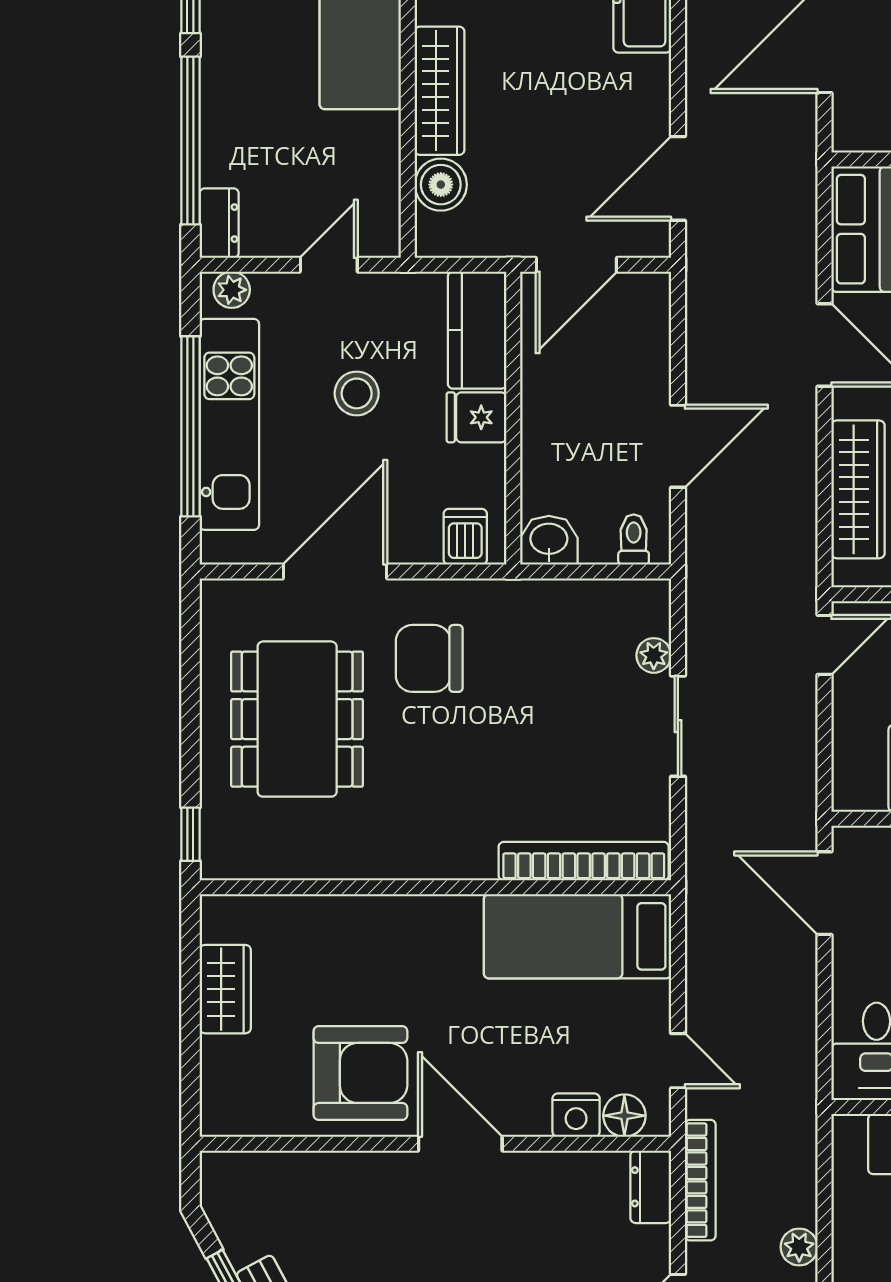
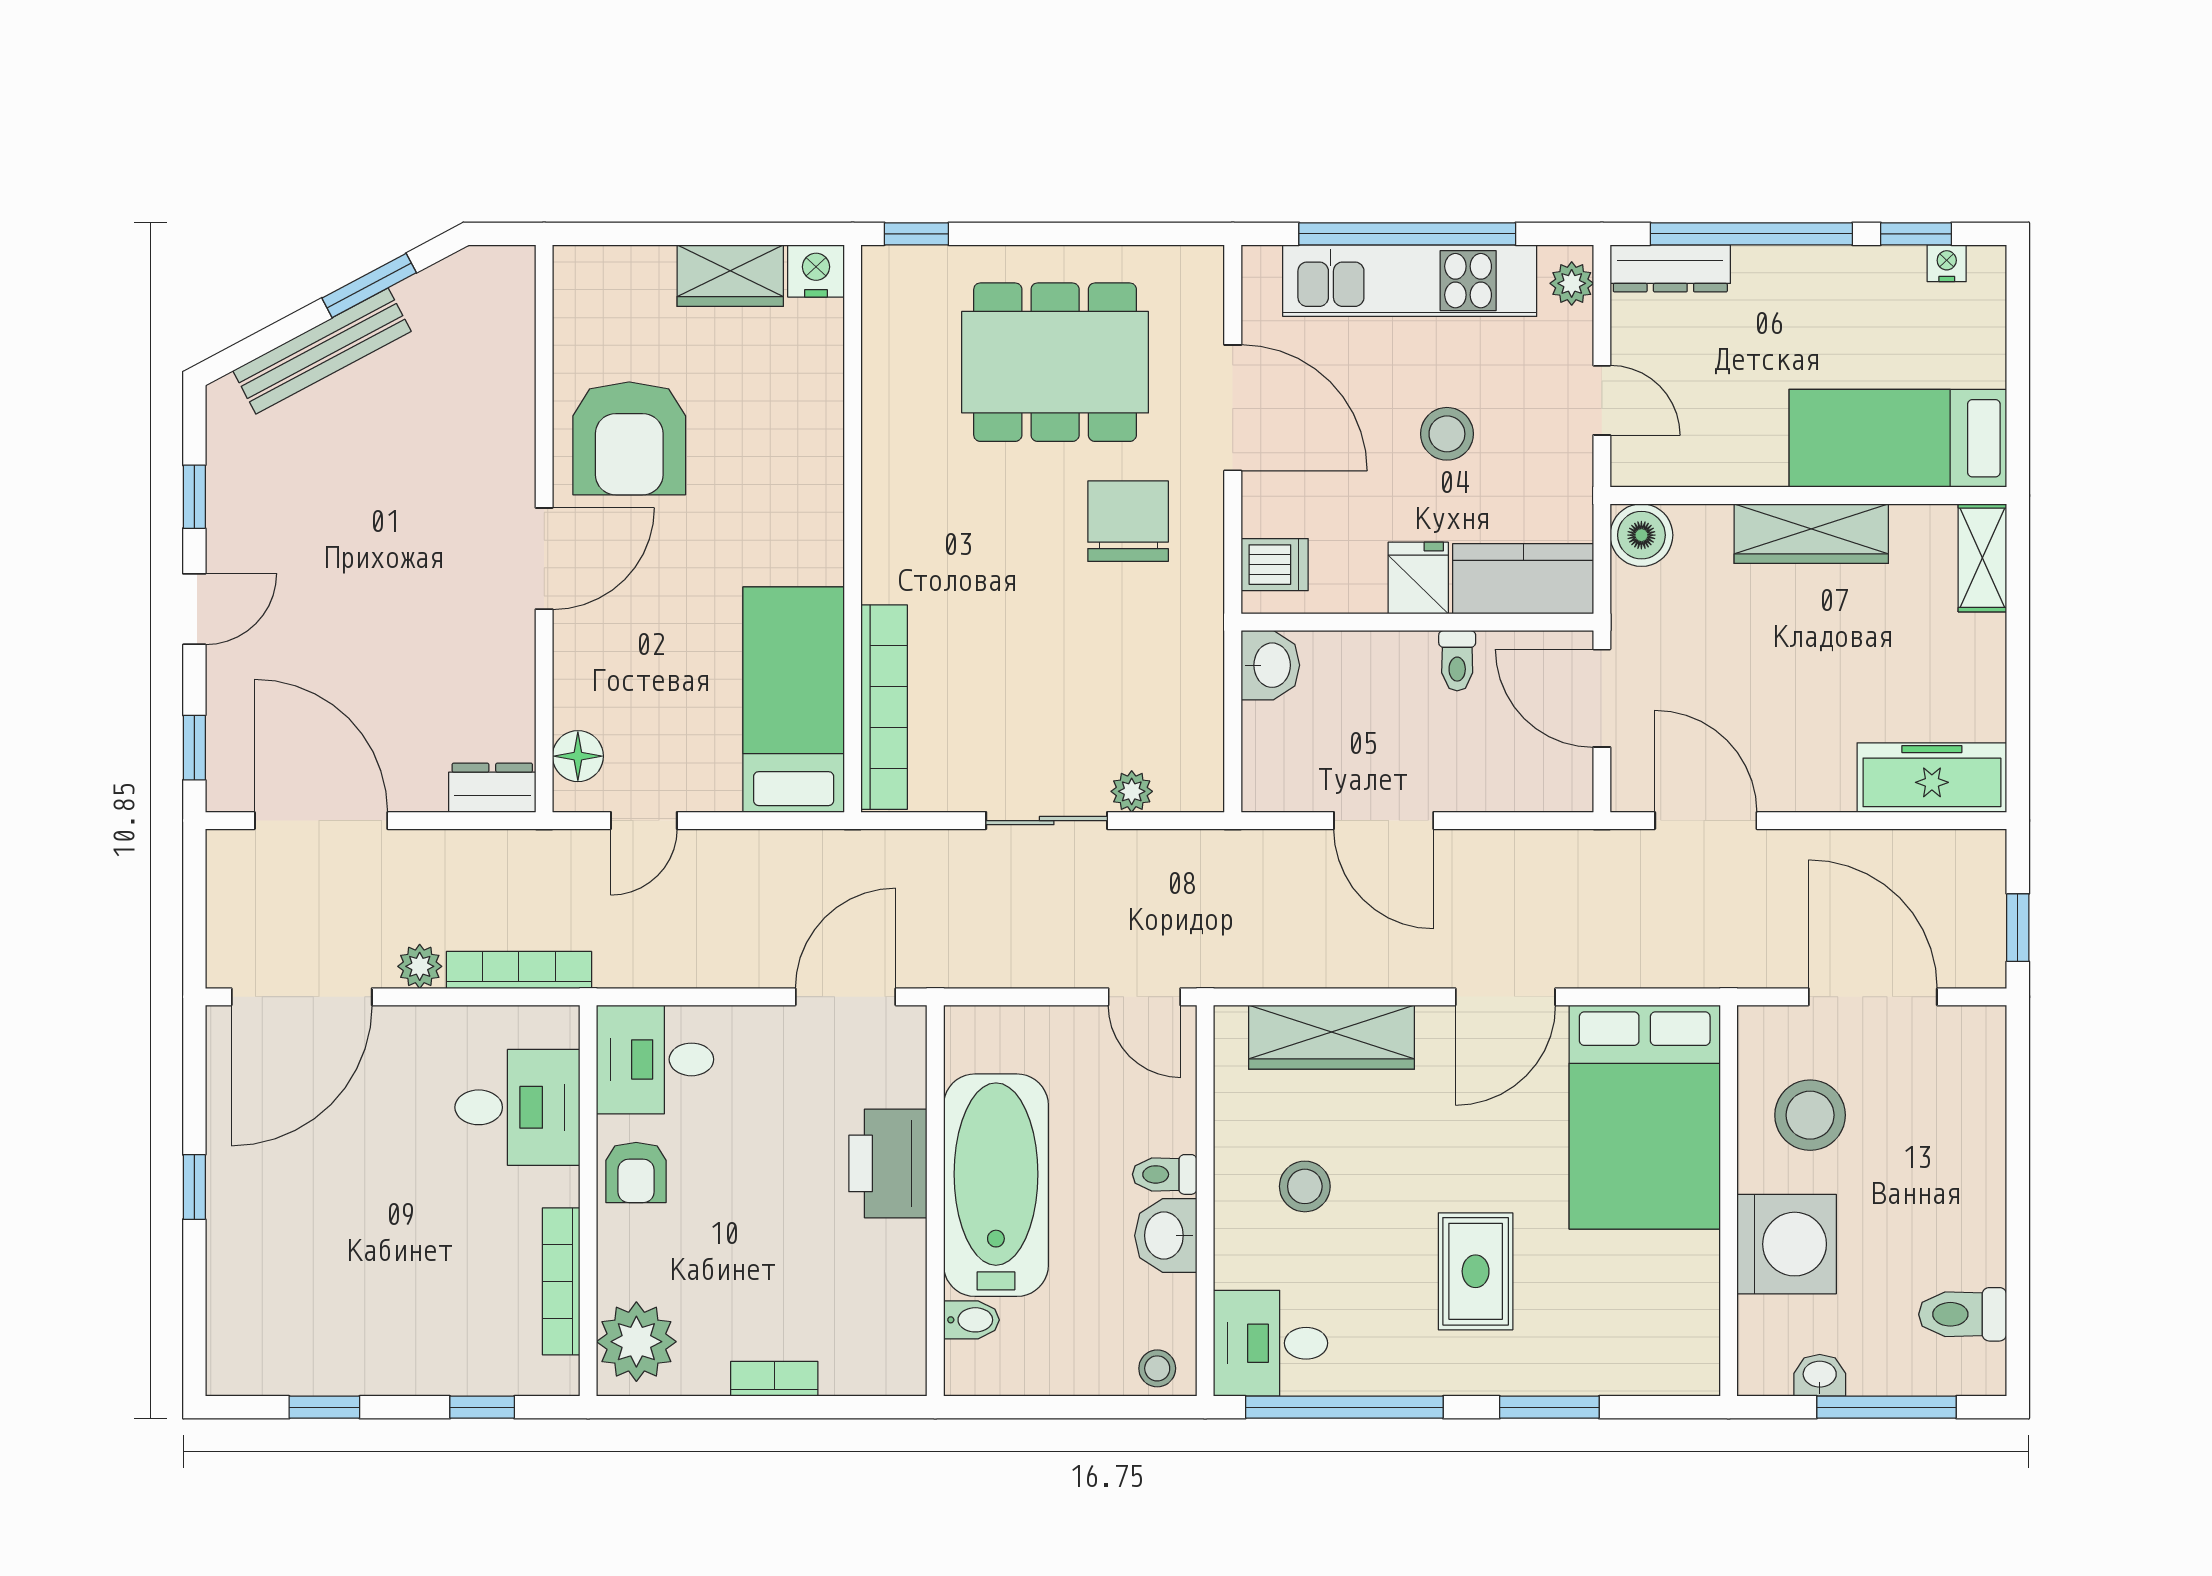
boiler: (441, 185) -> (1641, 535), moved
dresser: (219, 223) -> (1670, 268), width x1.44
toilet: (634, 540) -> (1457, 661), moved, turned 90
nightstand: (576, 1115) -> (816, 271), moved, turned 90
bookcase: (700, 1180) -> (519, 970), moved, turned 180

